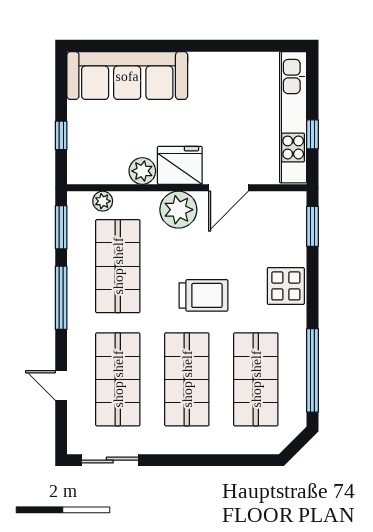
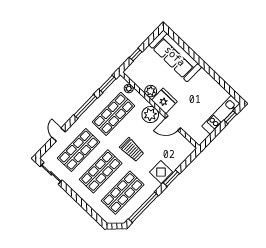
kitchen unit: (293, 117) -> (221, 115), width x0.73
window: (312, 134) -> (230, 117), moved
window: (312, 226) -> (171, 178), moved

